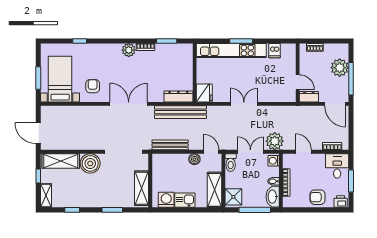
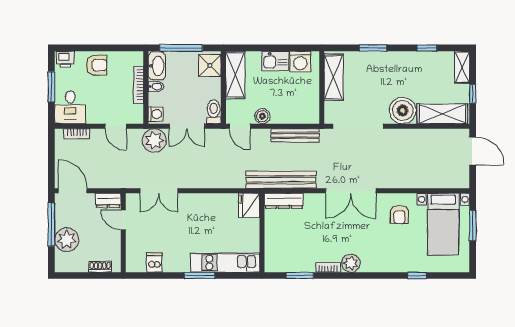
kitchen unit: (231, 51) -> (225, 263), width x0.73
double door: (244, 104) -> (159, 191), moved

